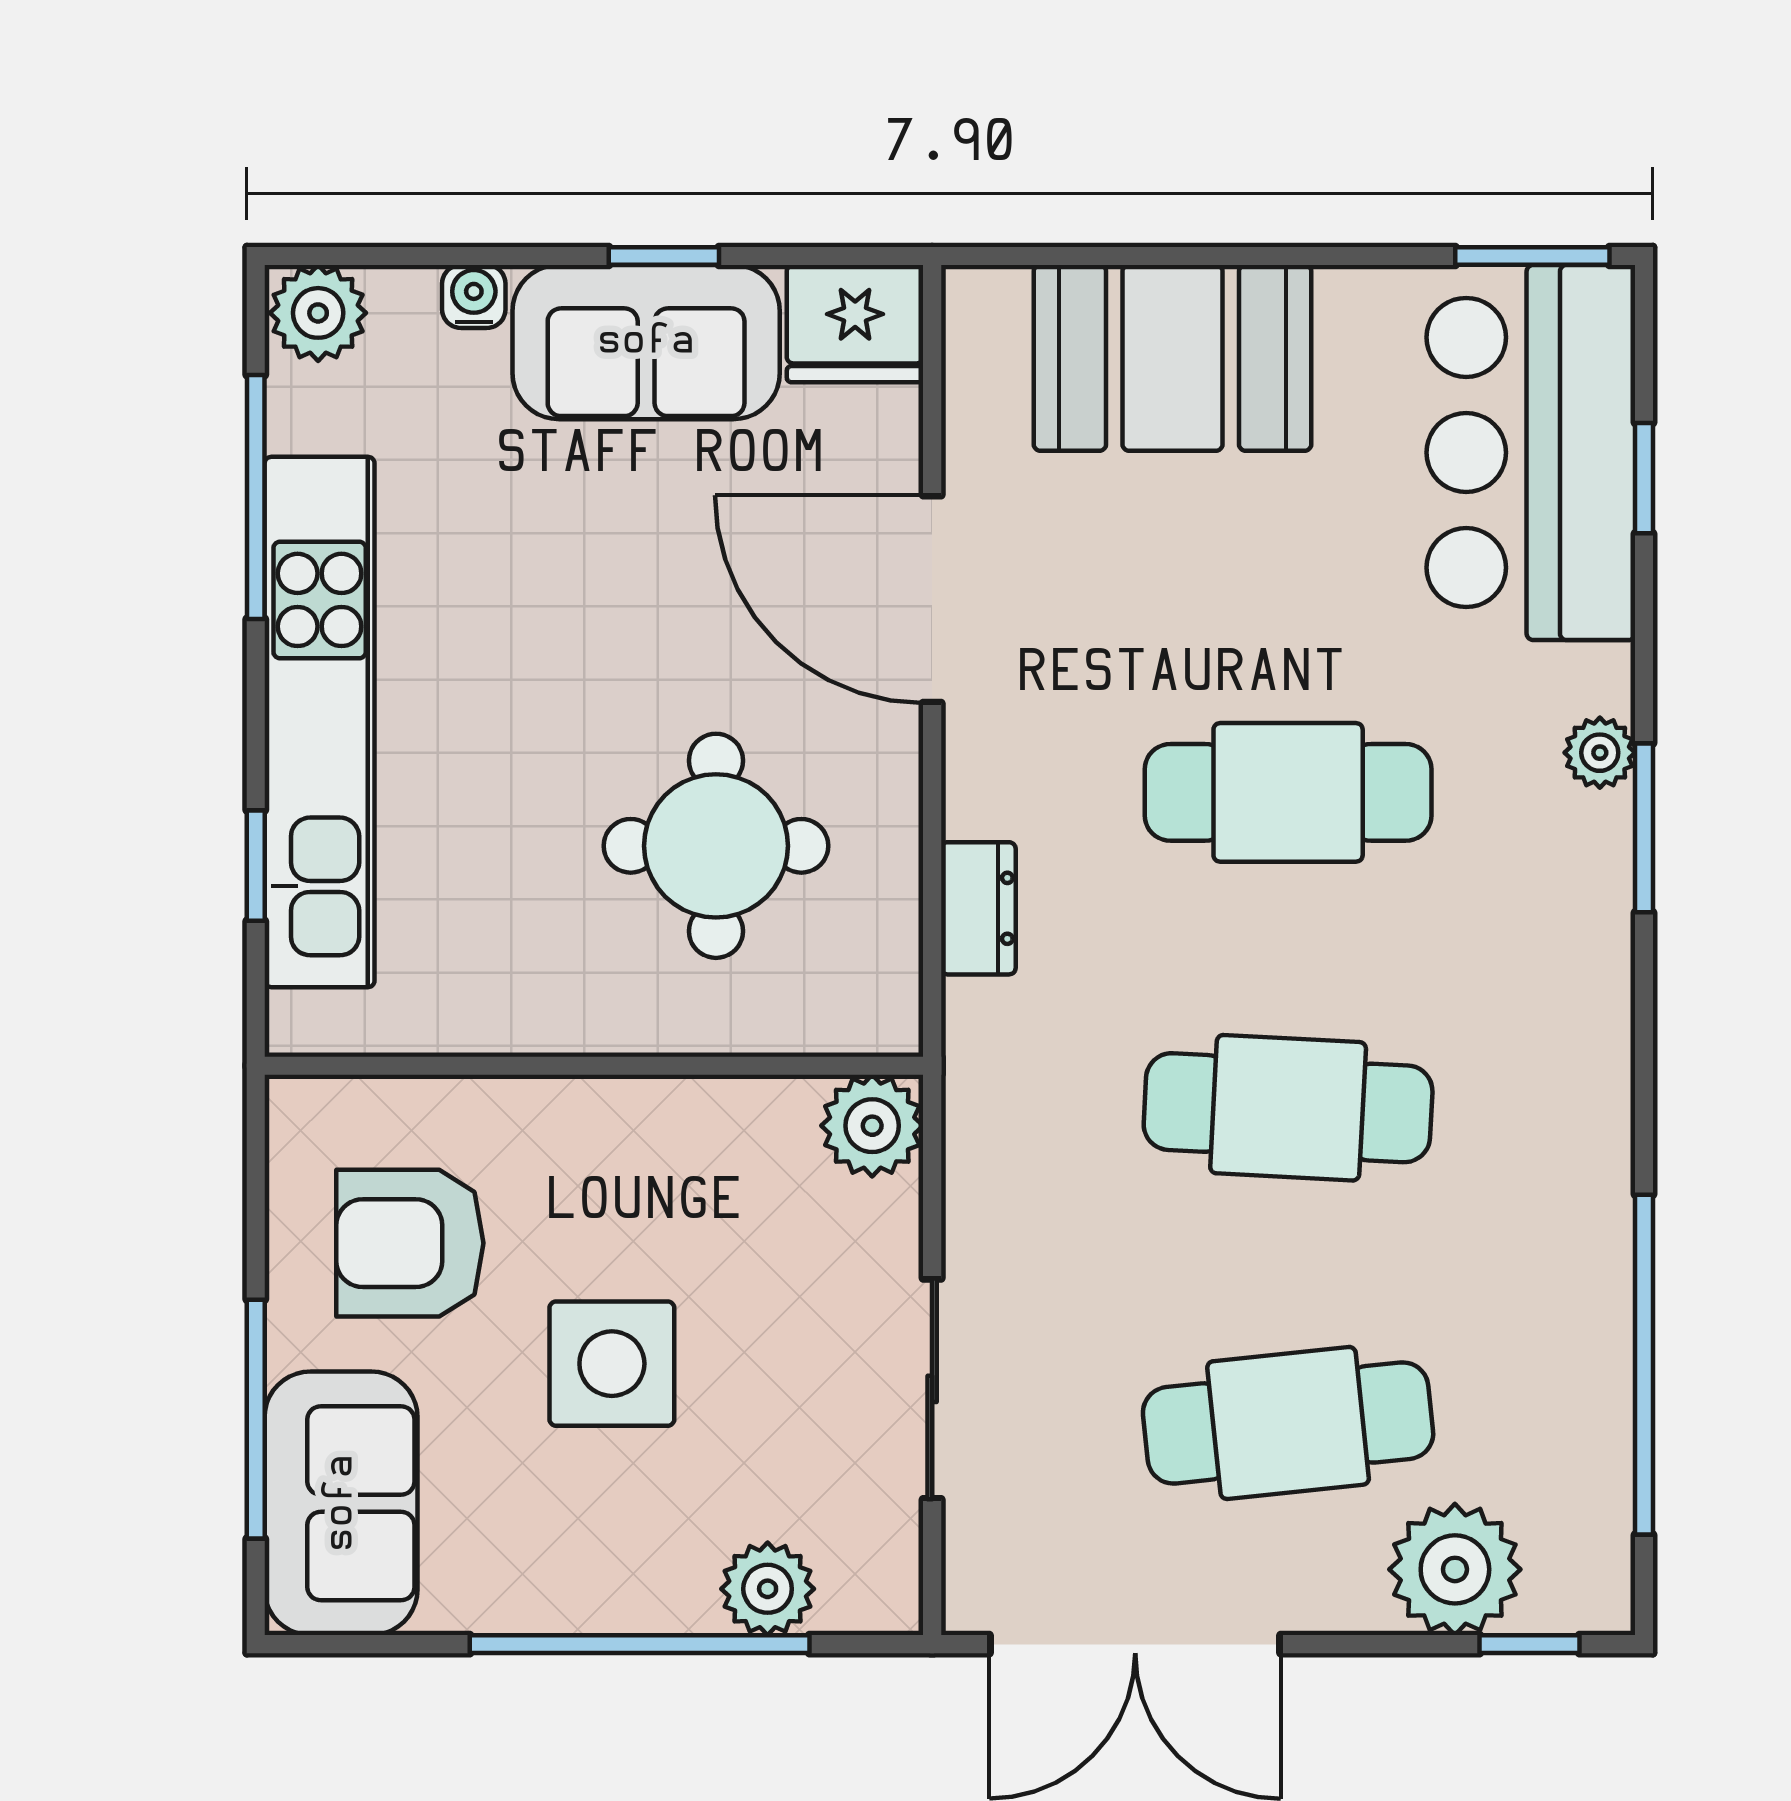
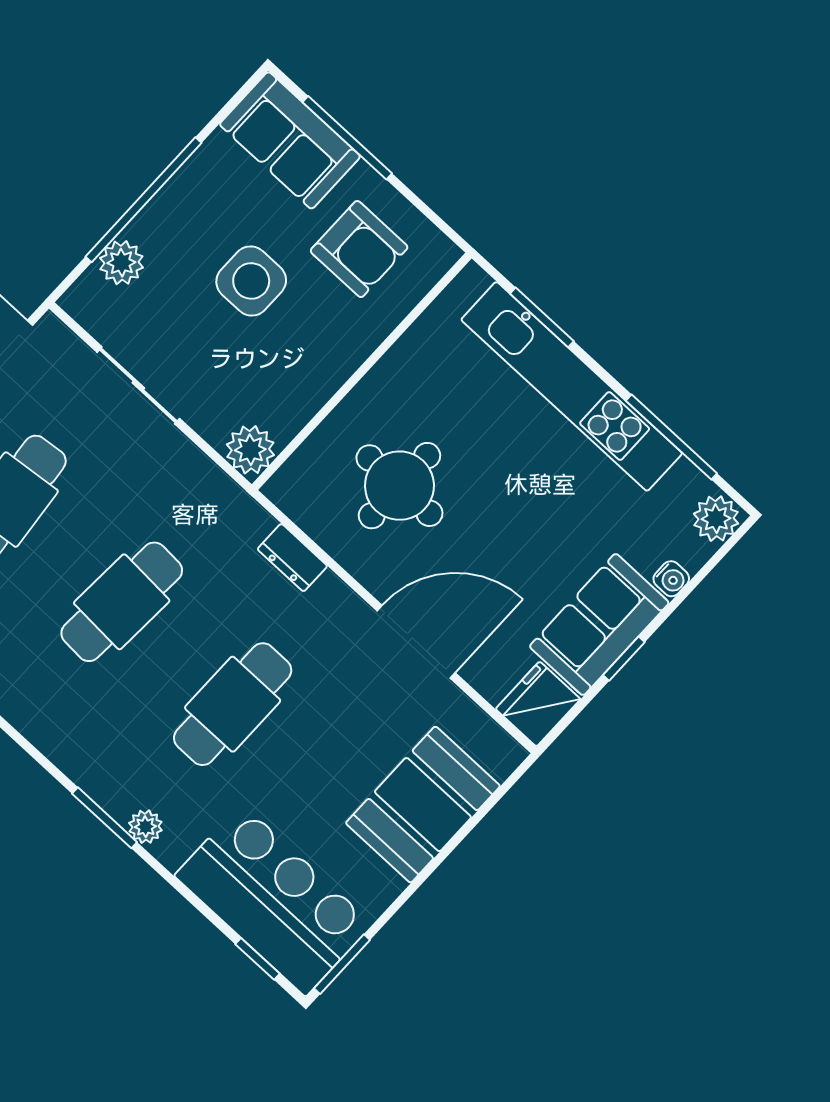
window: (1644, 478) -> (258, 959), moved
window: (256, 866) -> (542, 317), width x1.50
armchair: (410, 1243) -> (359, 249), turned 90

